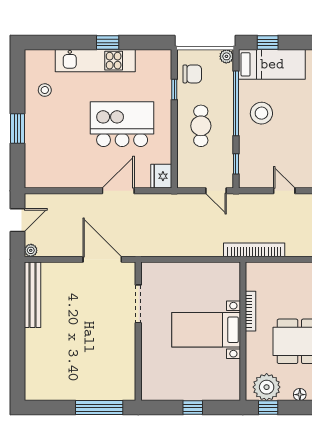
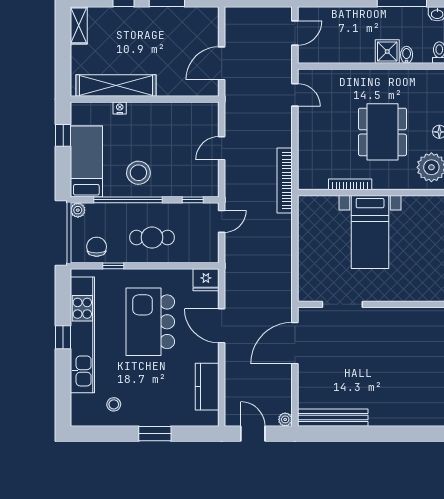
window: (268, 43) -> (63, 135), moved
kitchen unit: (95, 61) -> (82, 335), width x1.36
kitchen counter: (61, 177) -> (207, 387), added

